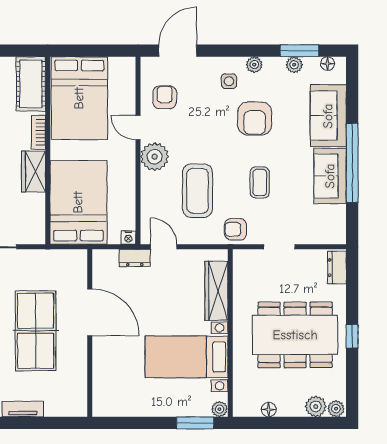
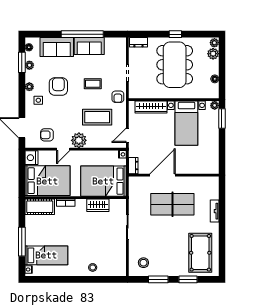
nightstand: (122, 68) -> (31, 158), added
armchair: (255, 119) -> (58, 86), turned -90
wardrobe: (33, 171) -> (98, 205), moved
dresser: (135, 258) -> (133, 166), moved

